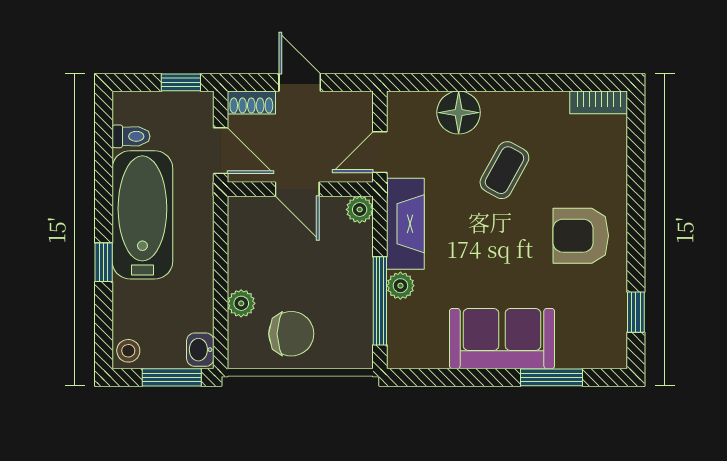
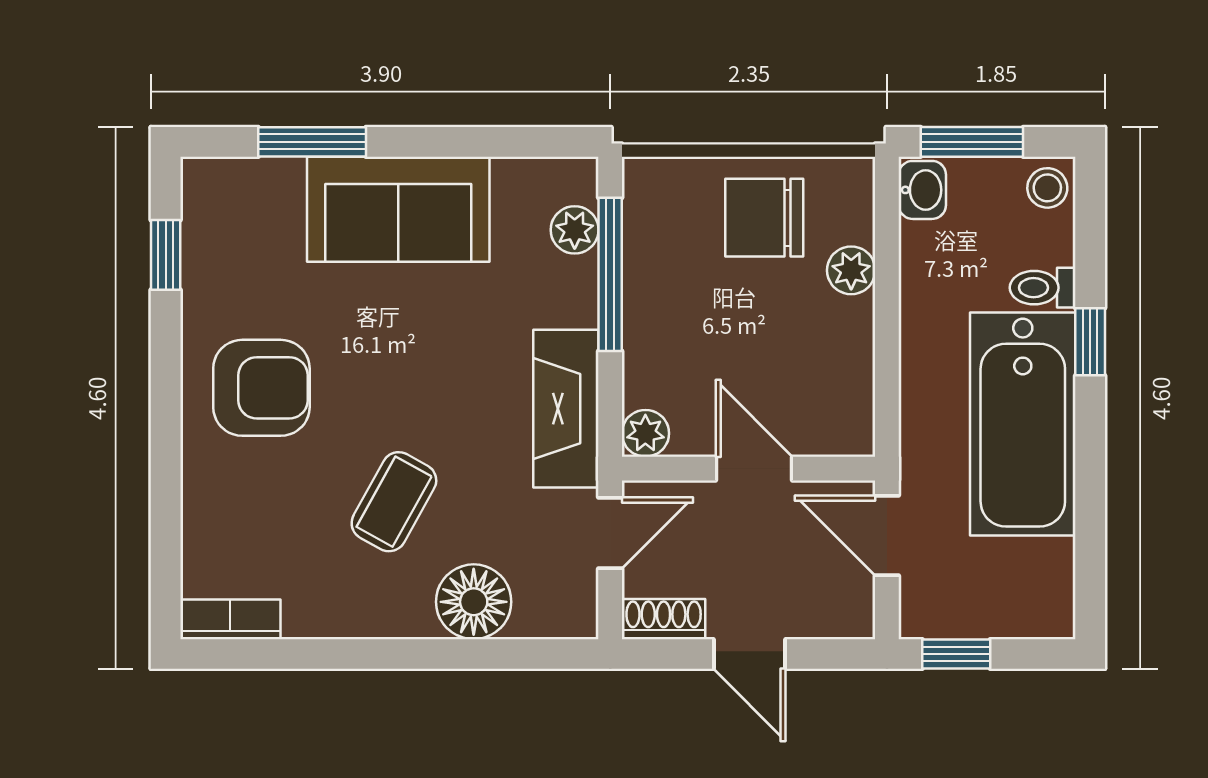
shoe rack: (251, 103) -> (664, 619), moved
toilet: (131, 136) -> (1043, 288), moved
plant: (400, 286) -> (575, 230), moved

